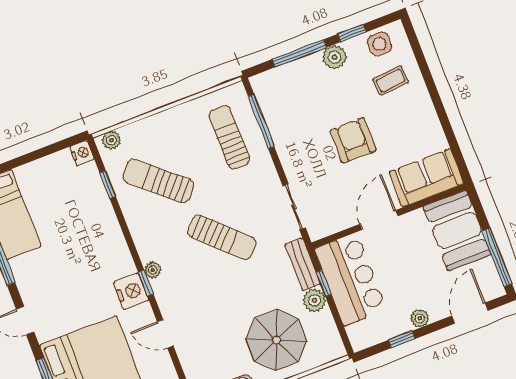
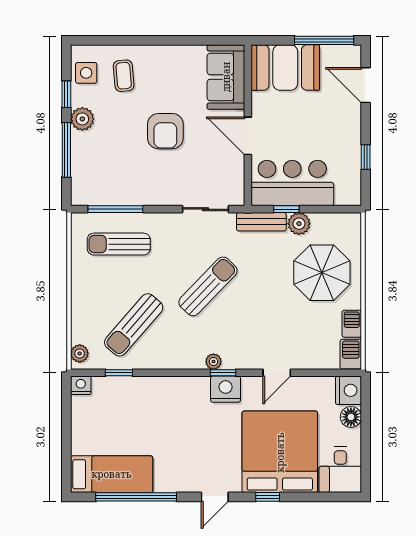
armchair: (353, 140) -> (165, 131), turned -90
plant: (420, 318) -> (353, 133), removed

